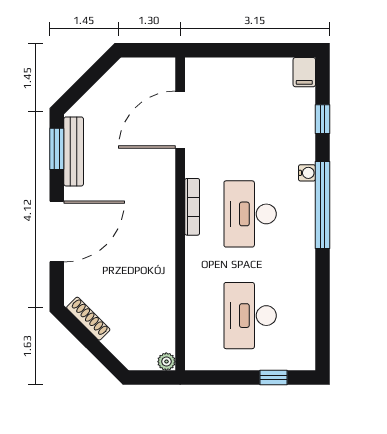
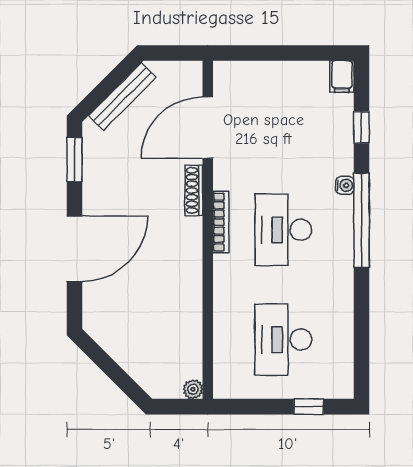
bench: (74, 151) -> (122, 97), moved, turned 45
shoe rack: (88, 319) -> (194, 190), moved, turned -135

